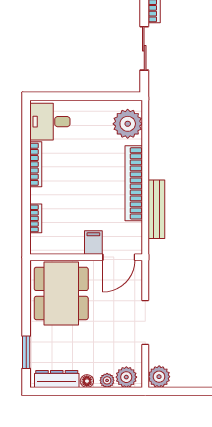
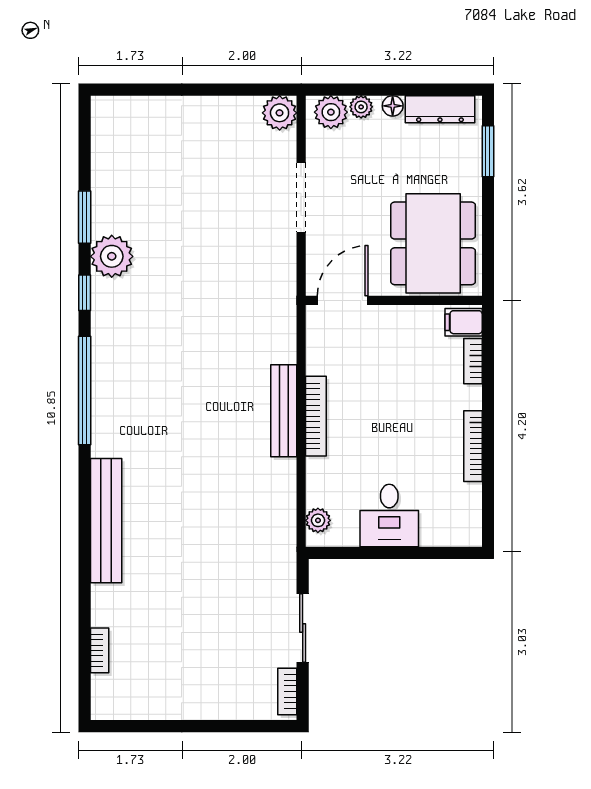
desk: (50, 122) -> (389, 515), moved, turned 90
plant: (128, 124) -> (318, 520), width x0.53, depth x0.53
bookcase: (134, 183) -> (316, 416), width x0.68, depth x0.76
bench: (156, 209) -> (284, 411), moved
filing cabinet: (93, 243) -> (464, 322), moved, turned 90

